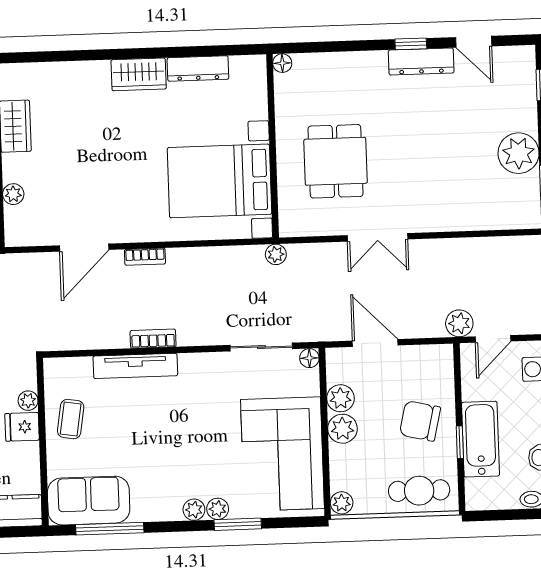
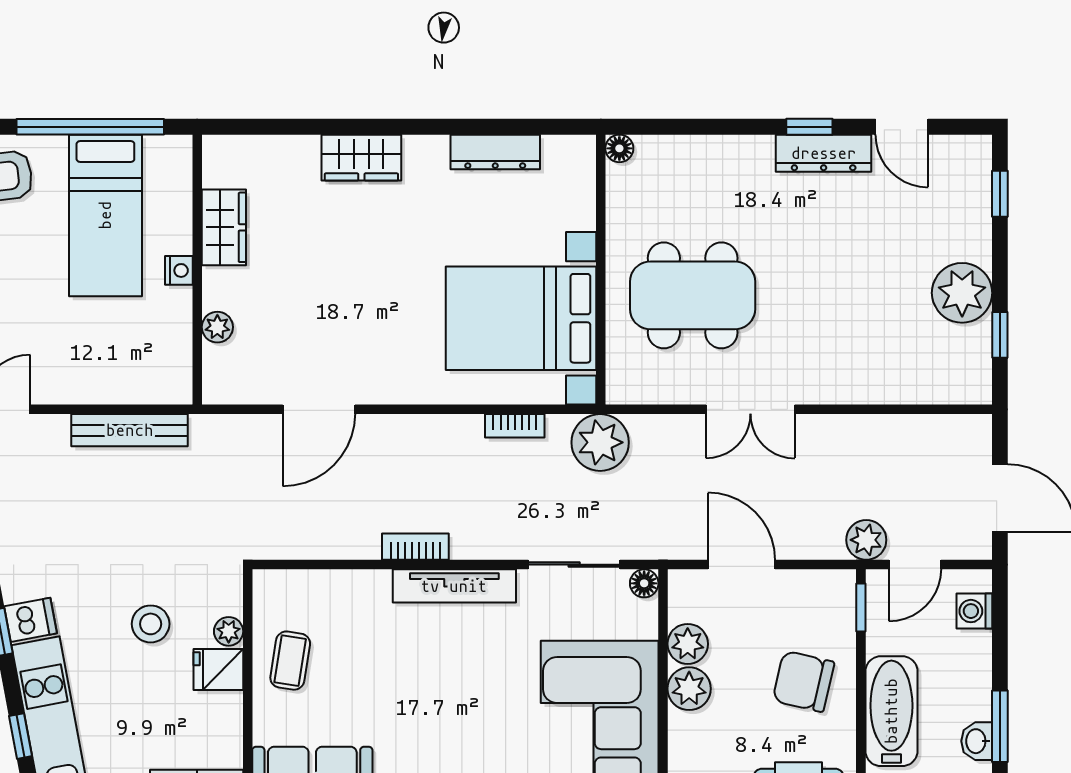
wardrobe: (139, 74) -> (361, 158), moved
dining table: (336, 161) -> (693, 295), width x1.38
plant: (276, 254) -> (600, 442), width x1.87, depth x1.87
bookcase: (145, 257) -> (515, 426), moved
tv unit: (135, 366) -> (454, 586), moved
window: (460, 442) -> (861, 608), moved

